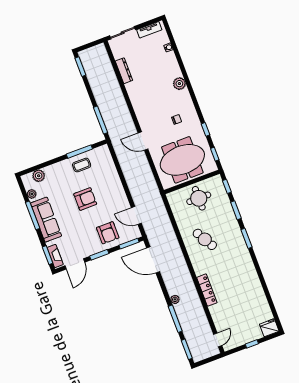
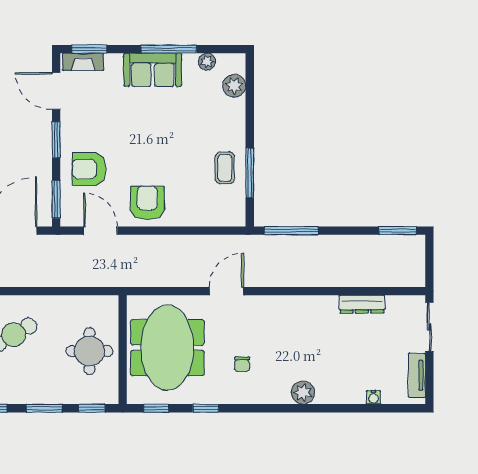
armchair: (85, 199) -> (147, 203), moved, turned 180
door: (136, 215) -> (100, 231), hinge flipped
sofa: (46, 220) -> (153, 70), width x0.73

